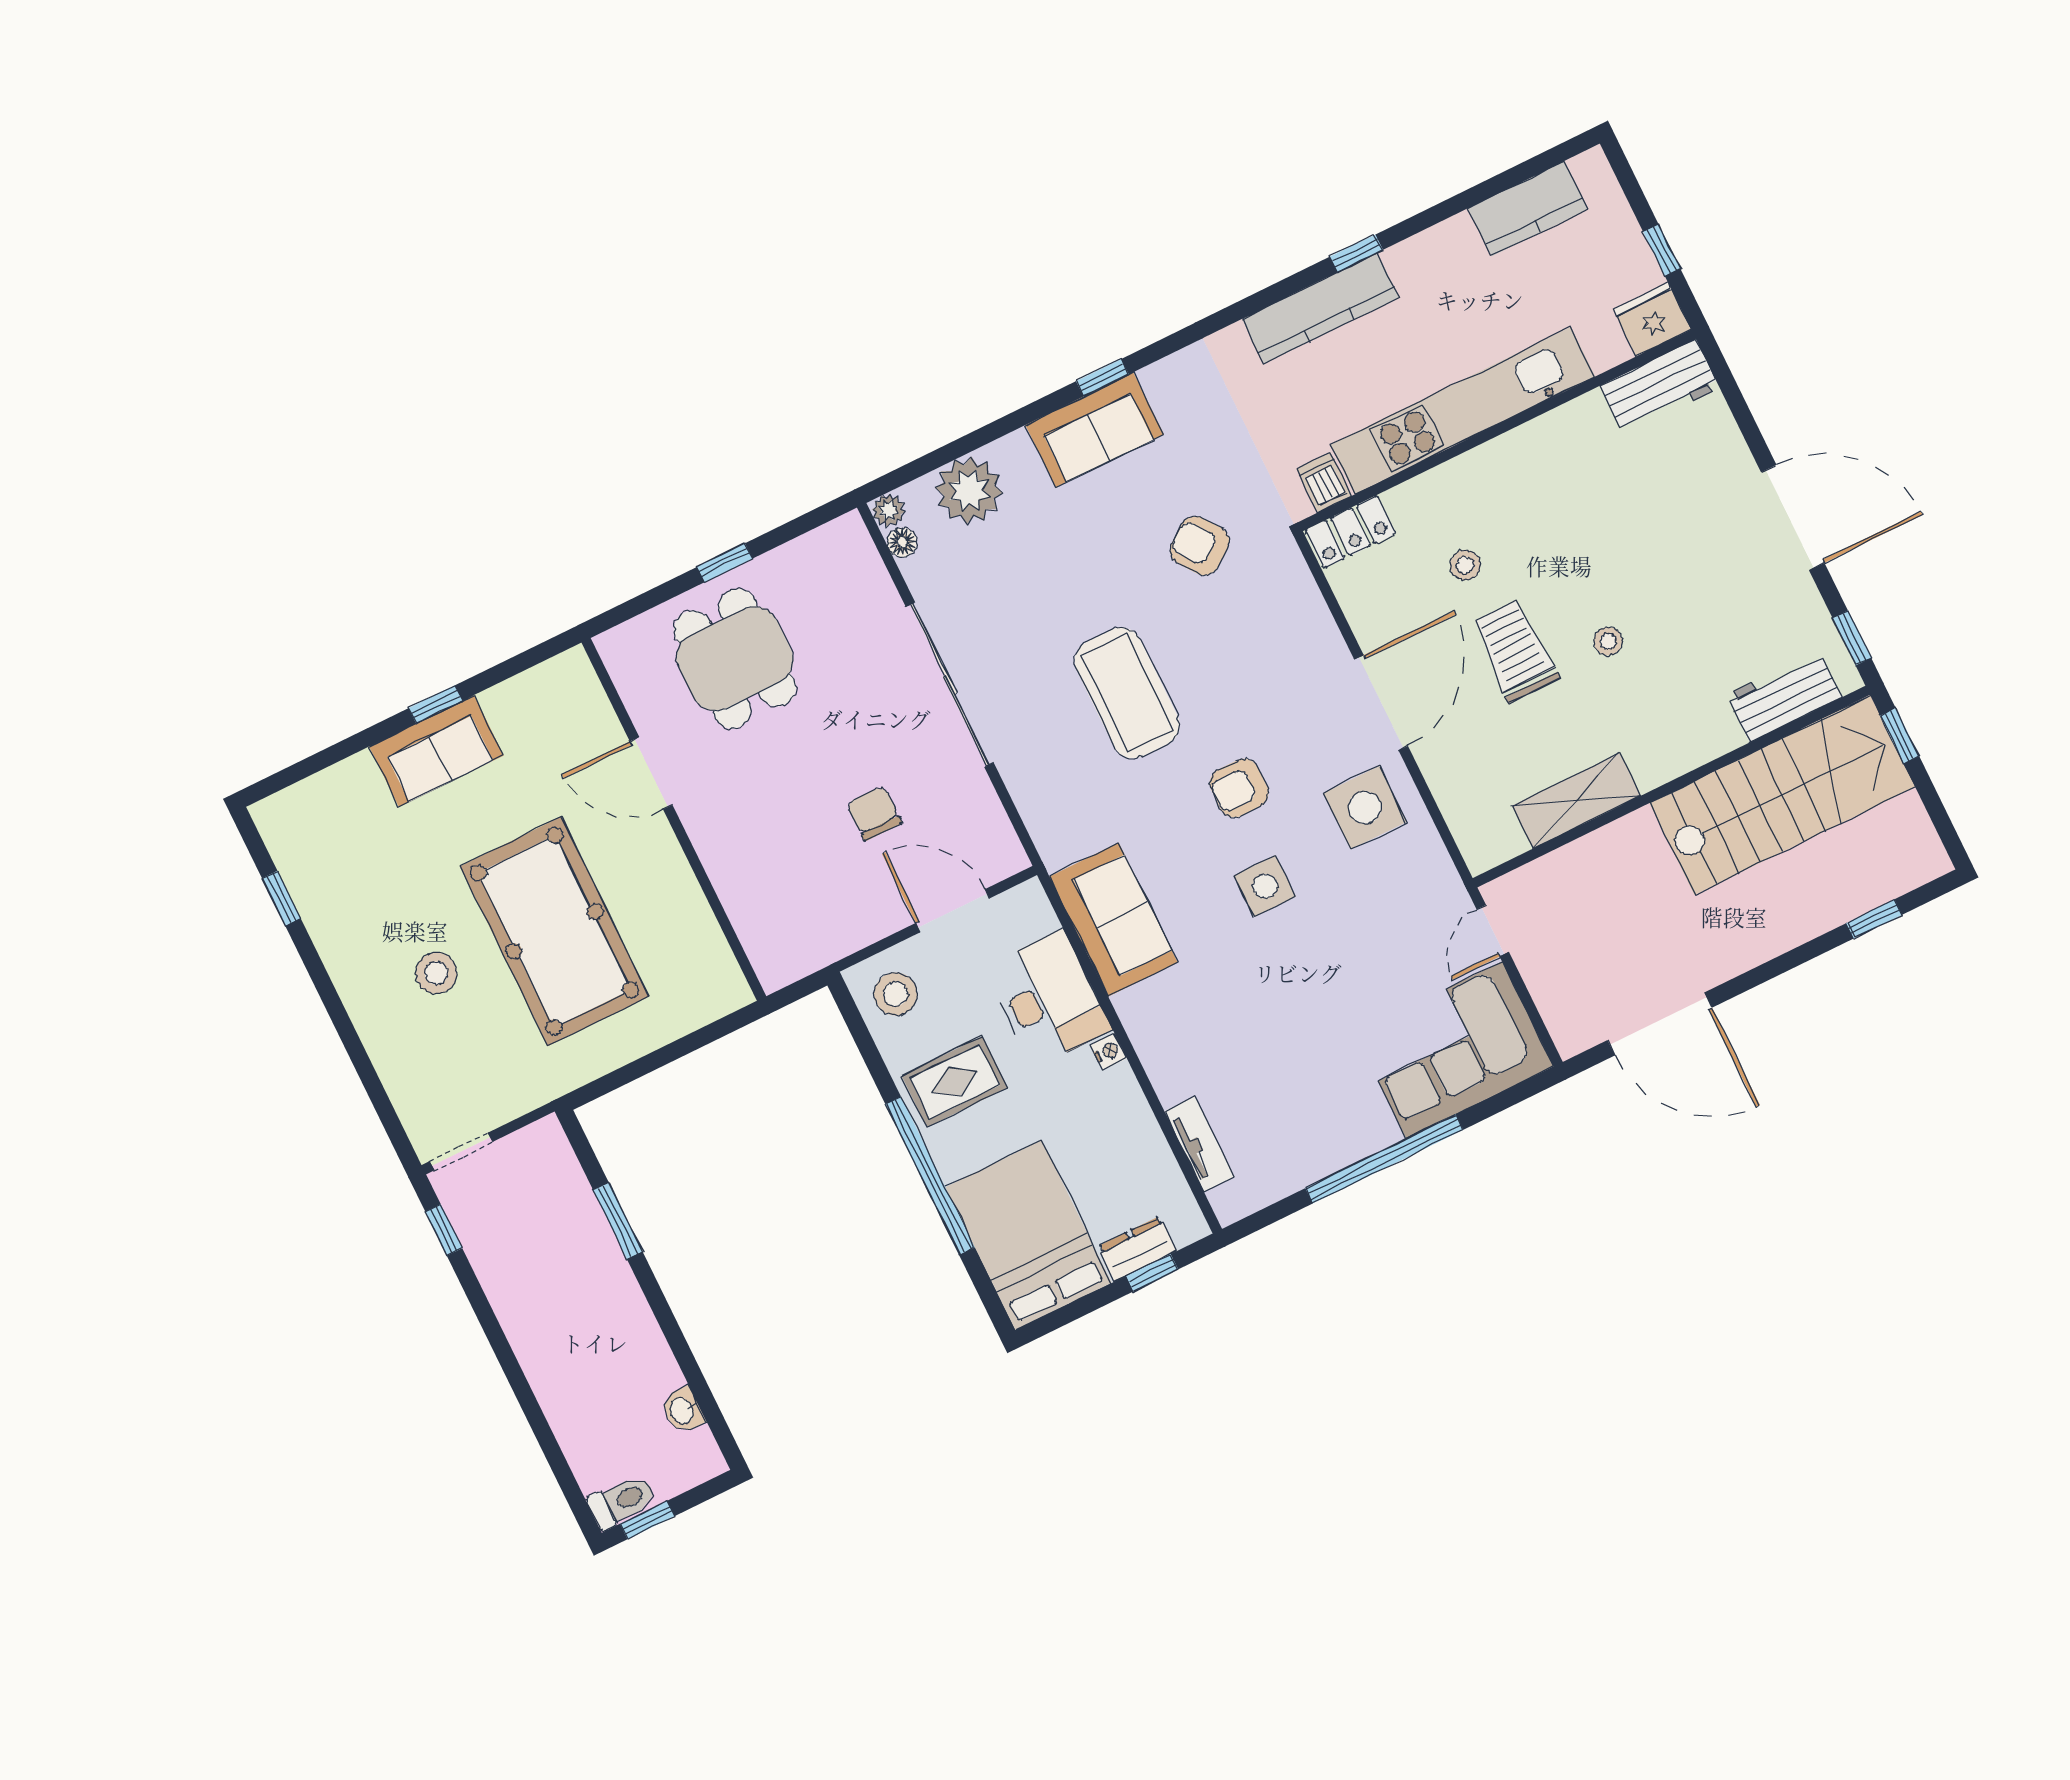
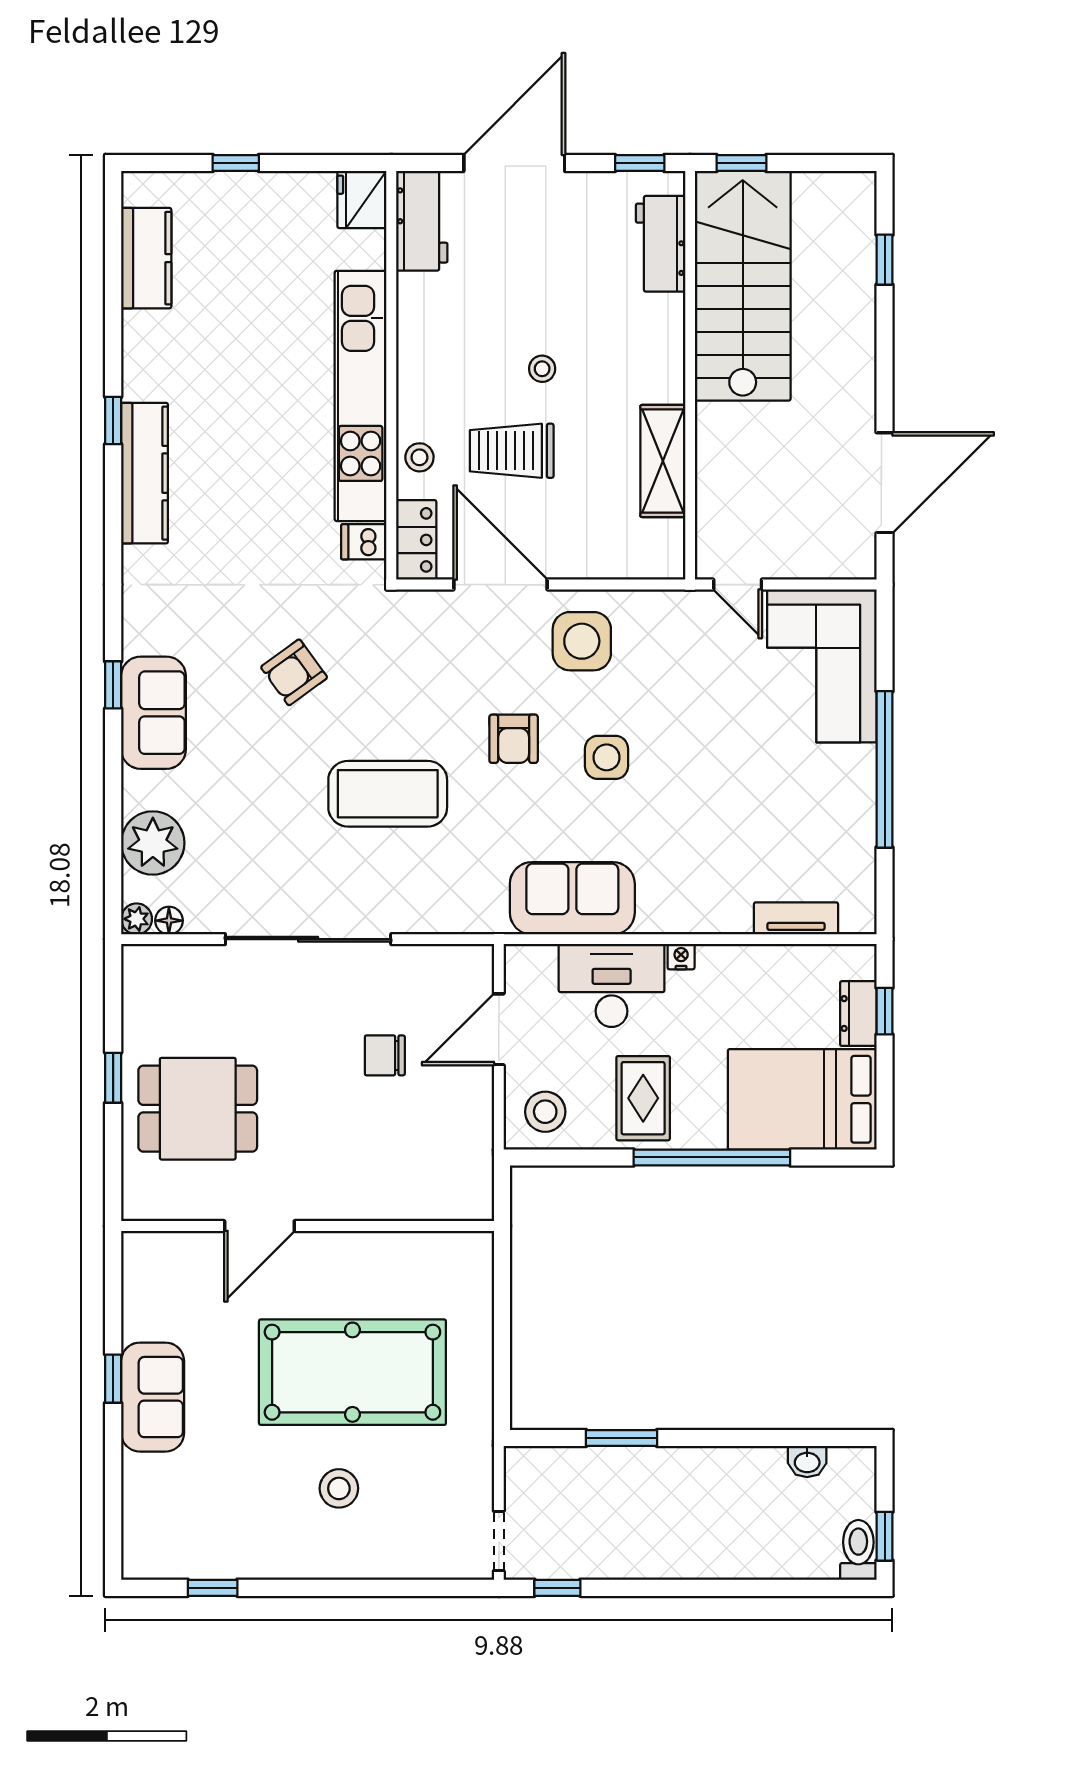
fridge: (1652, 319) -> (362, 199), moved
workbench: (1660, 387) -> (422, 221), moved
kitchen unit: (1463, 411) -> (361, 396), moved
wall: (1497, 430) -> (391, 375), moved
dishwasher: (1324, 482) -> (364, 542), moved
locker: (1351, 532) -> (416, 540), moved

